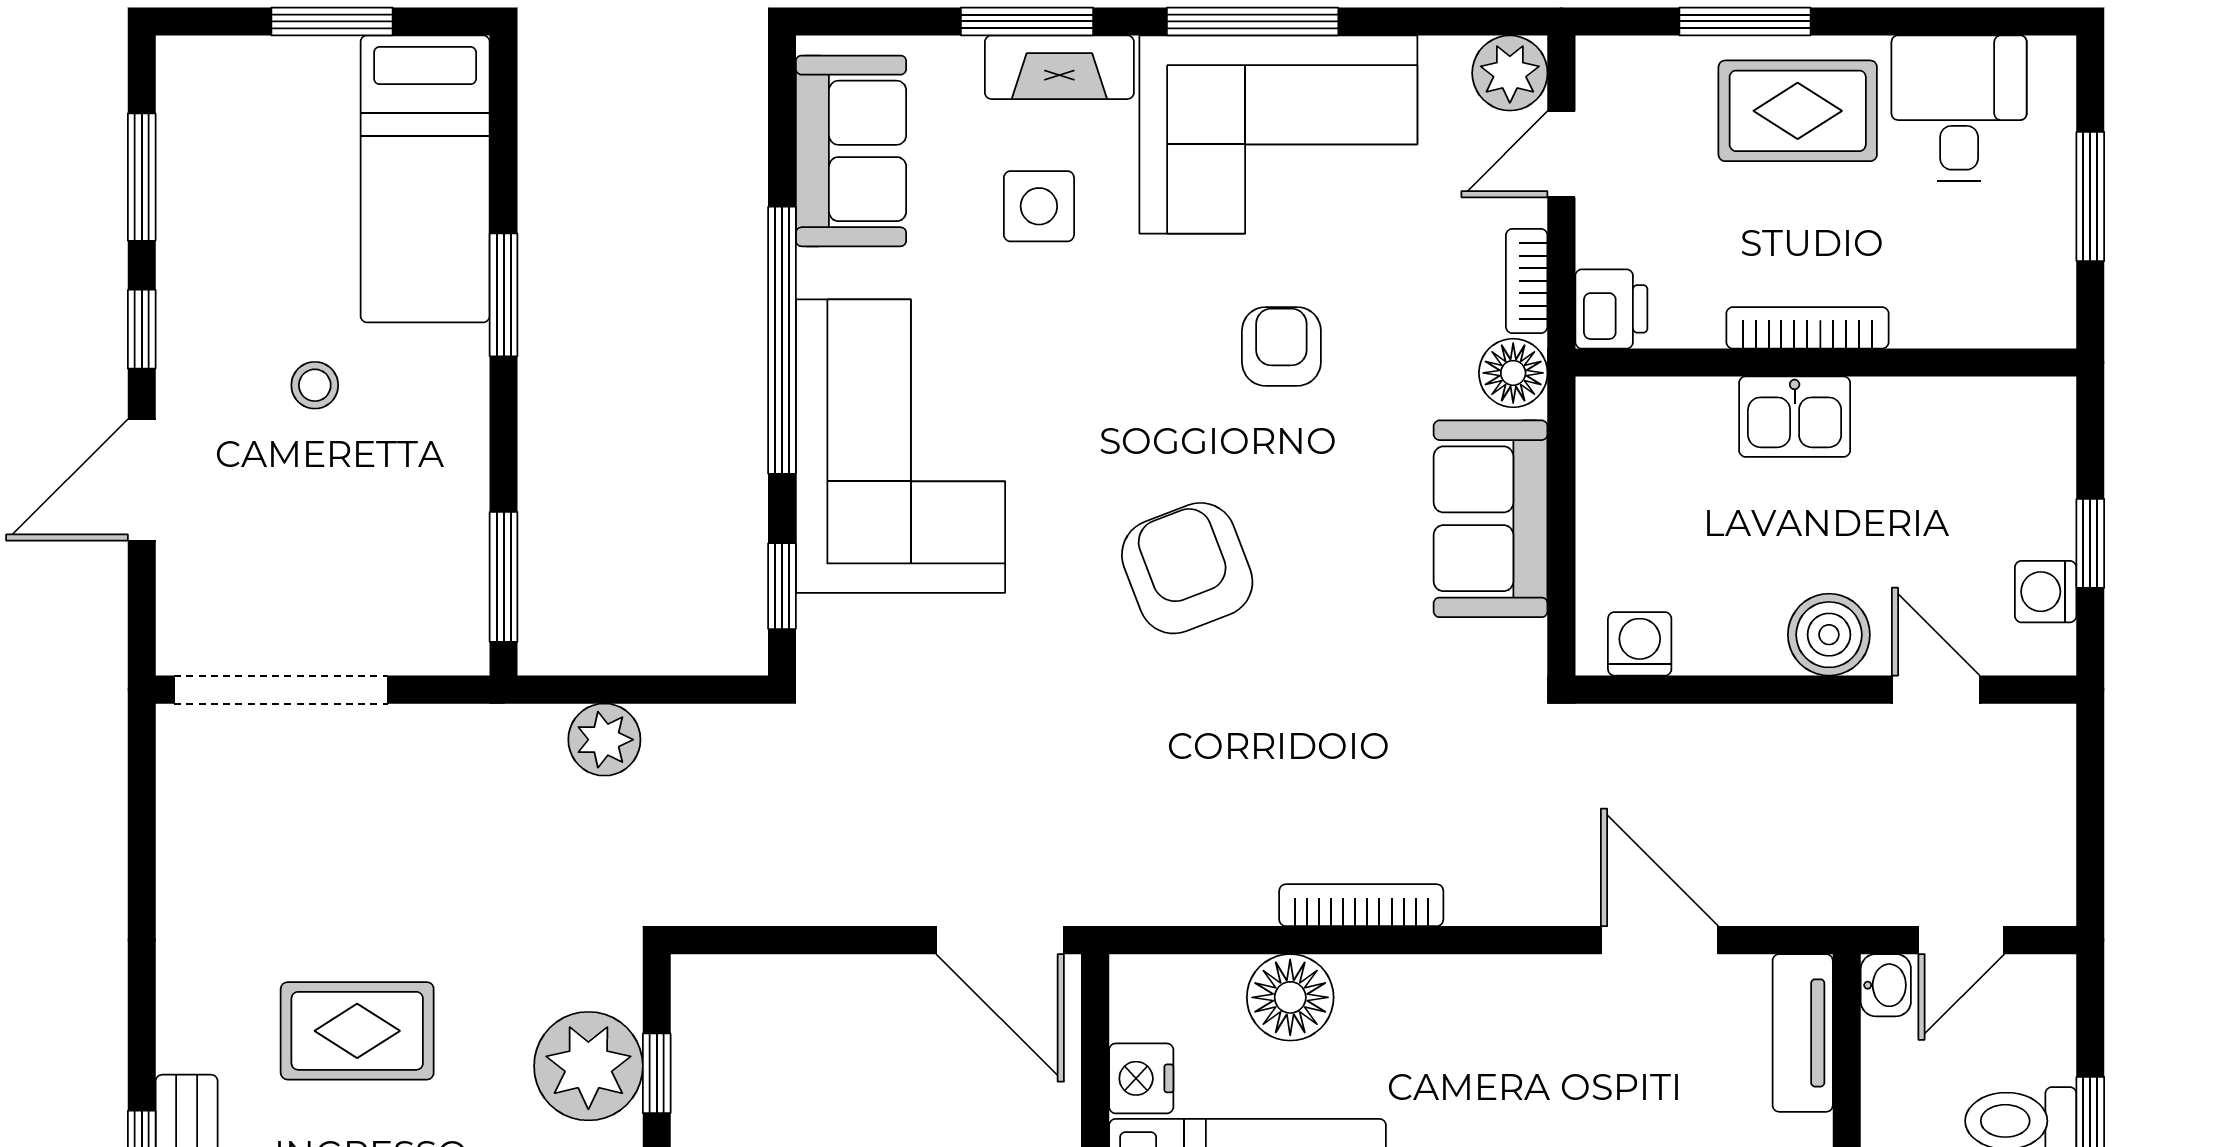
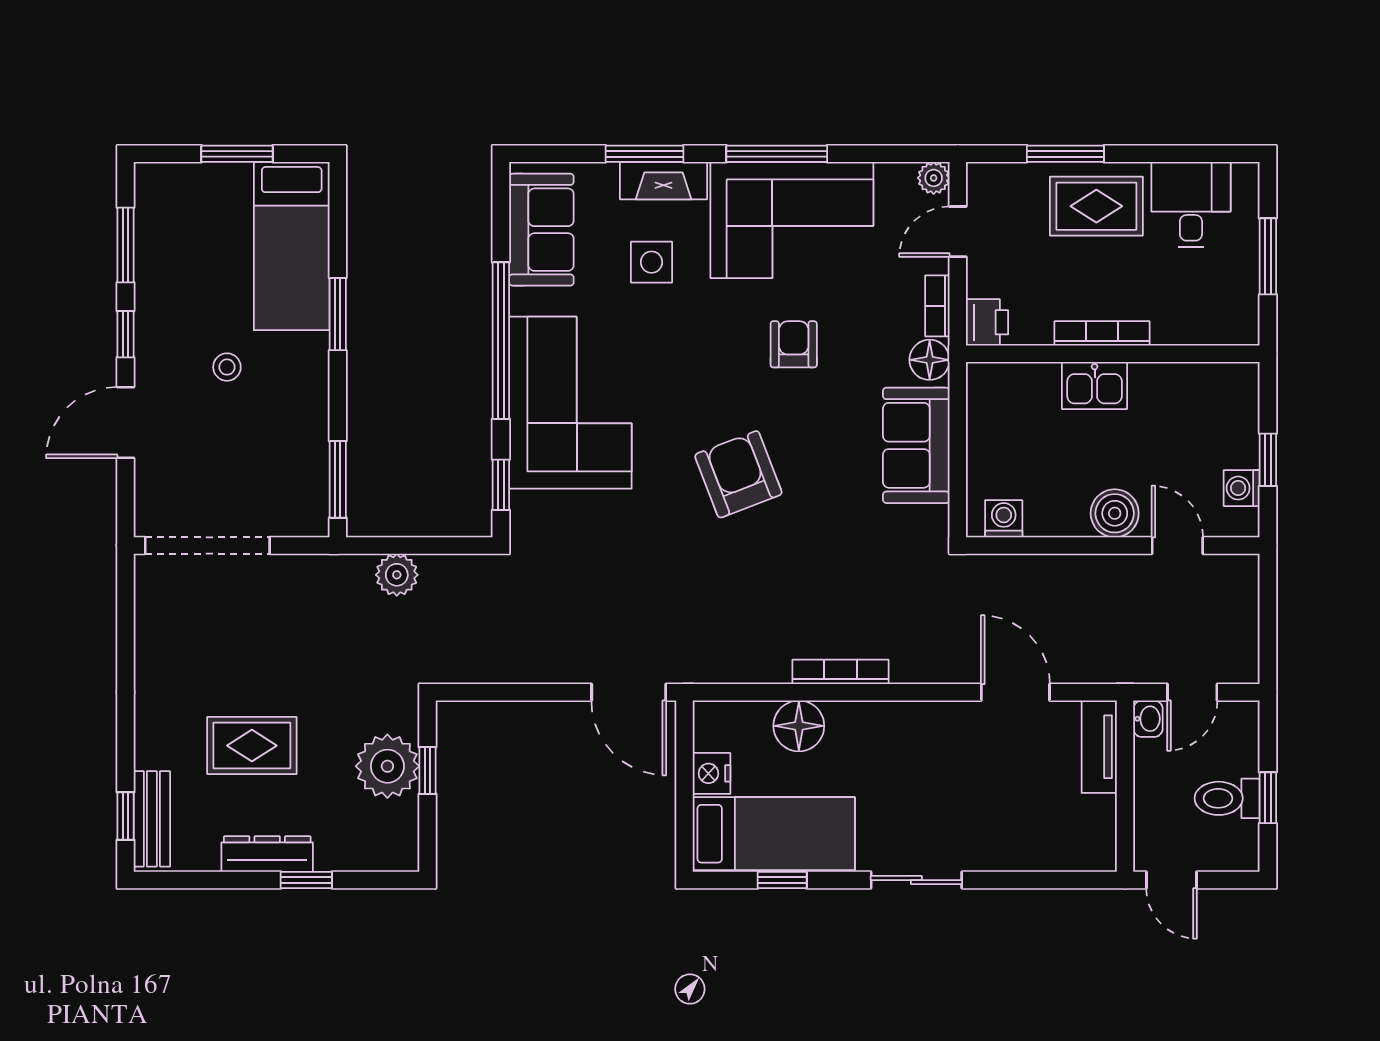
plant: (1510, 73) -> (934, 178), width x0.73, depth x0.73

